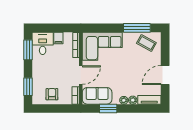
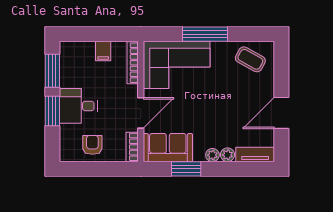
window: (137, 28) -> (205, 34), moved
desk: (43, 43) -> (78, 106), moved, turned -90
window: (28, 87) -> (52, 111), moved

